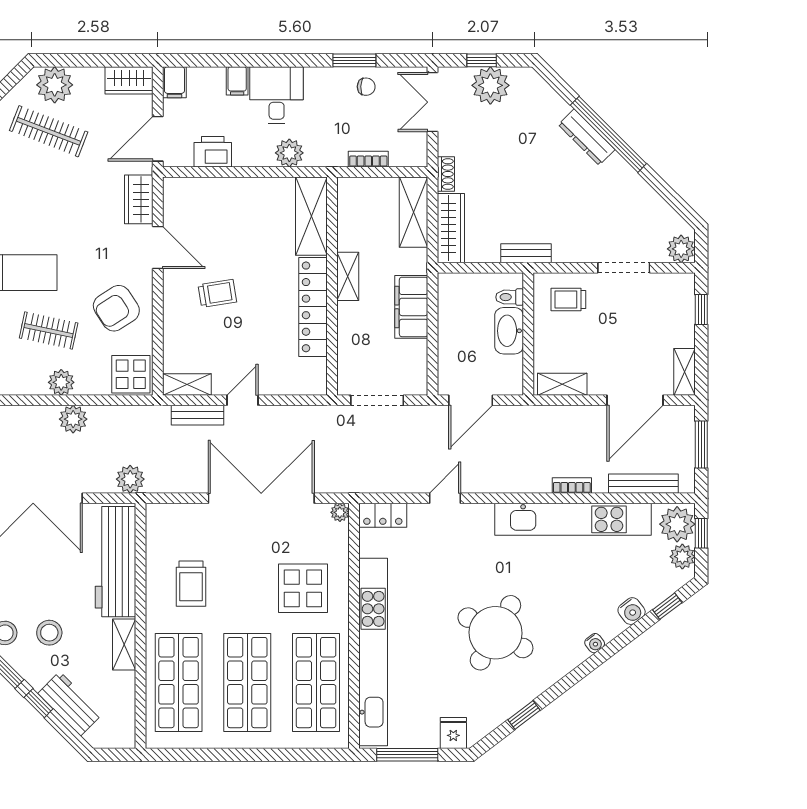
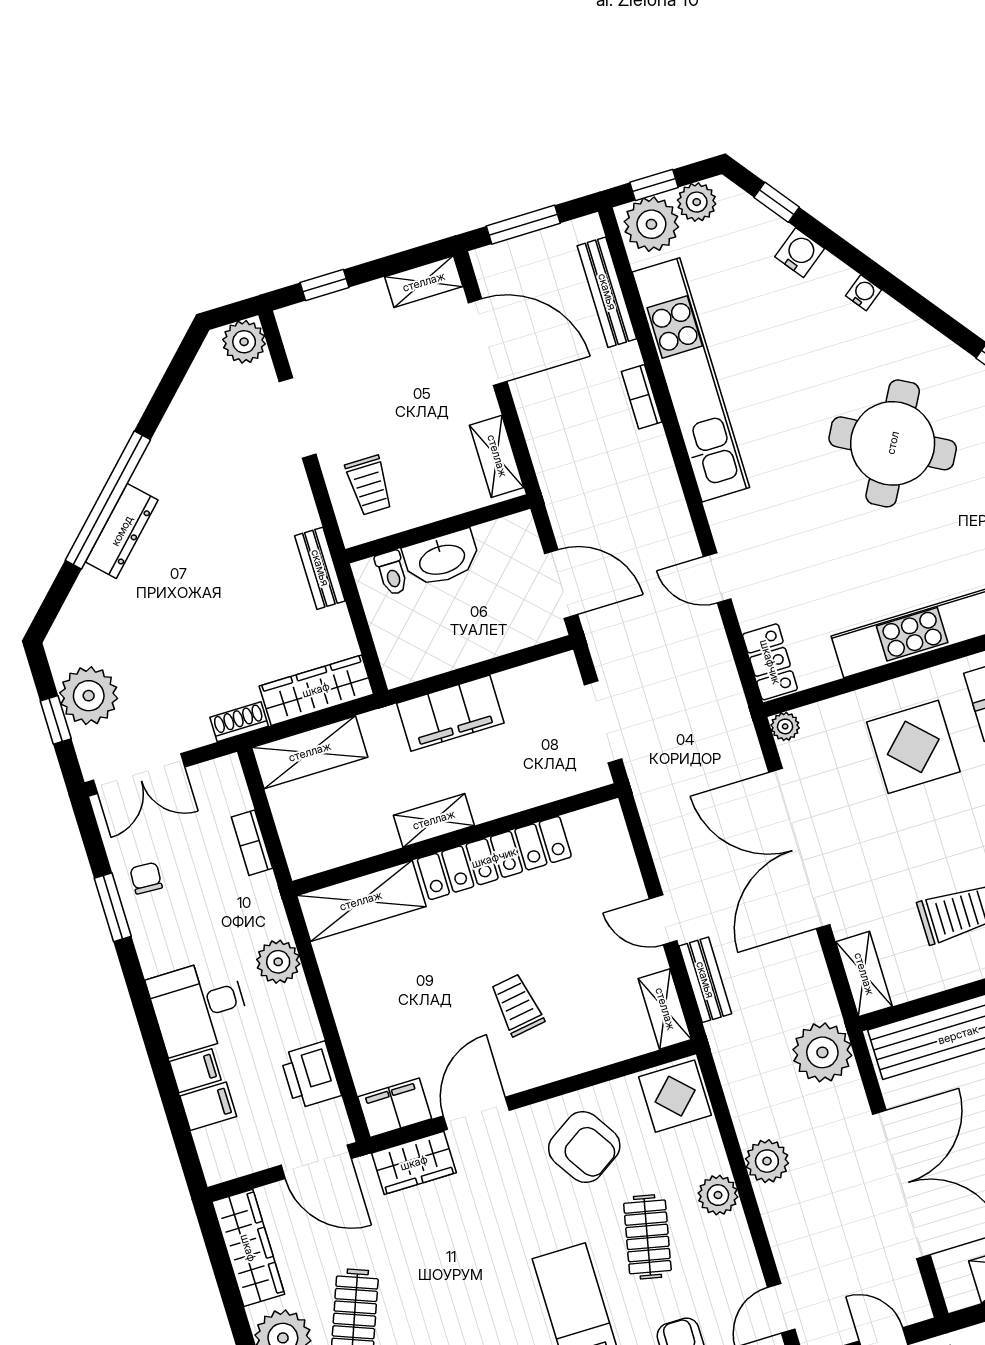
wardrobe: (129, 80) -> (248, 1248), width x1.50
filing cabinet: (174, 82) -> (208, 1106), moved
filing cabinet: (177, 198) -> (395, 1108), added
plant: (130, 479) -> (822, 1052), width x1.36, depth x1.36
shelving: (171, 515) -> (864, 974), added

